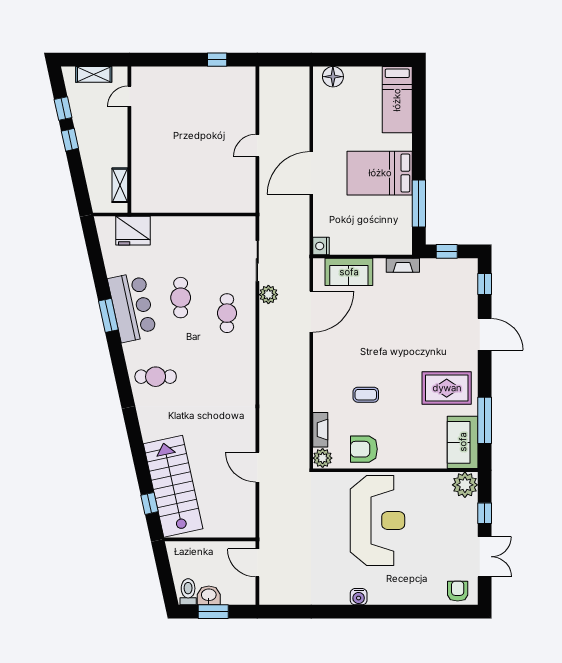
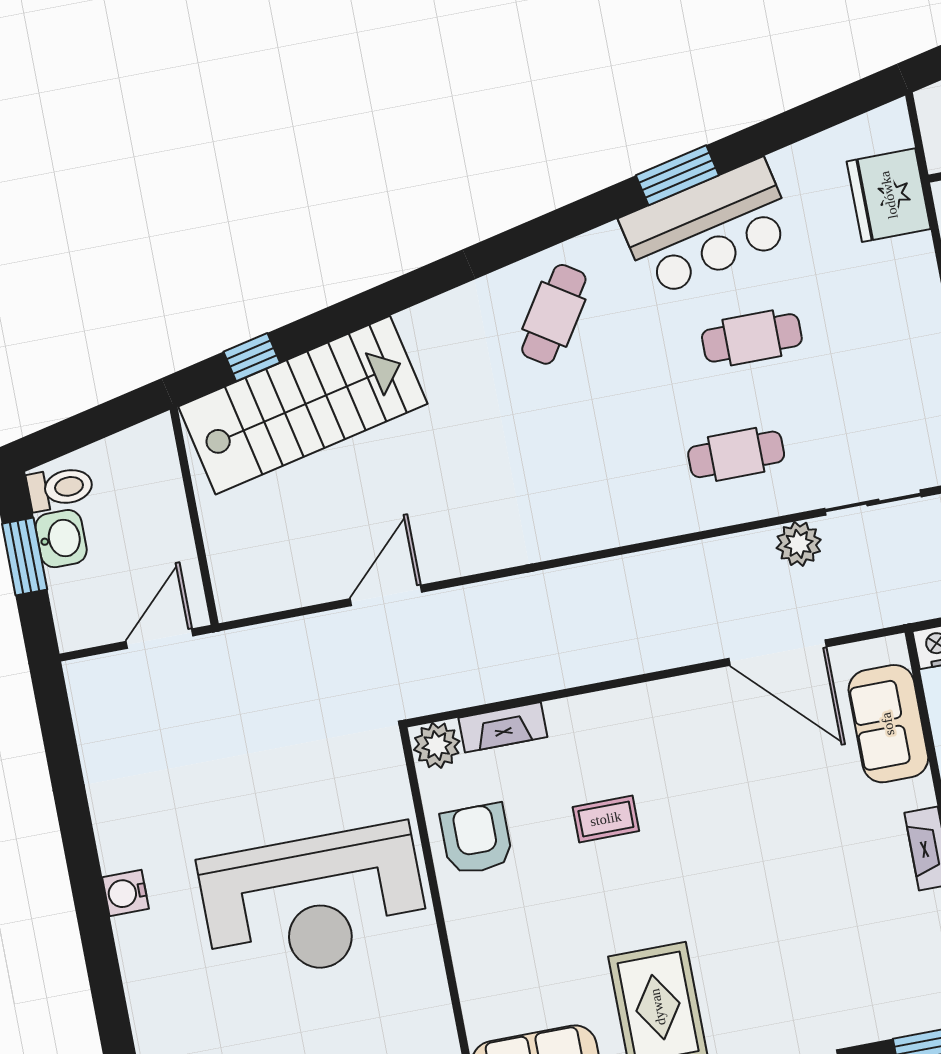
cafe table: (156, 377) -> (554, 314), turned 33
coffee table: (366, 395) -> (606, 819), turned 90

